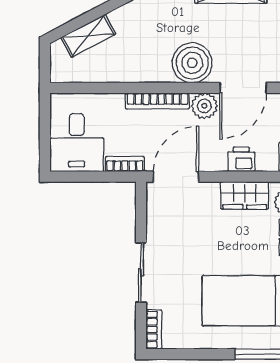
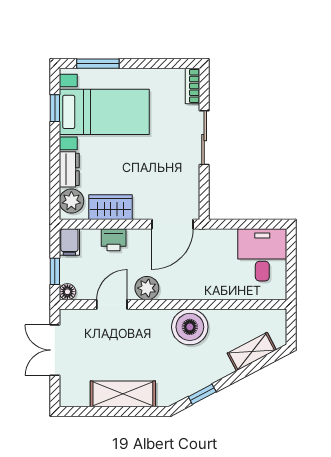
boiler: (192, 63) -> (190, 327), moved
door: (243, 88) -> (112, 304), width x0.73
bookcase: (157, 101) -> (189, 293), removed
bookcase: (125, 164) -> (219, 236), removed

